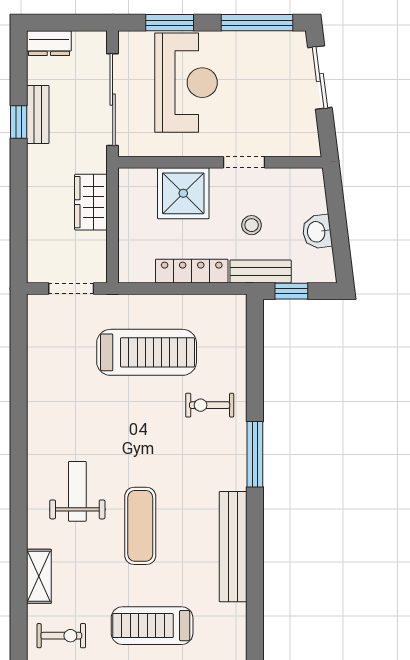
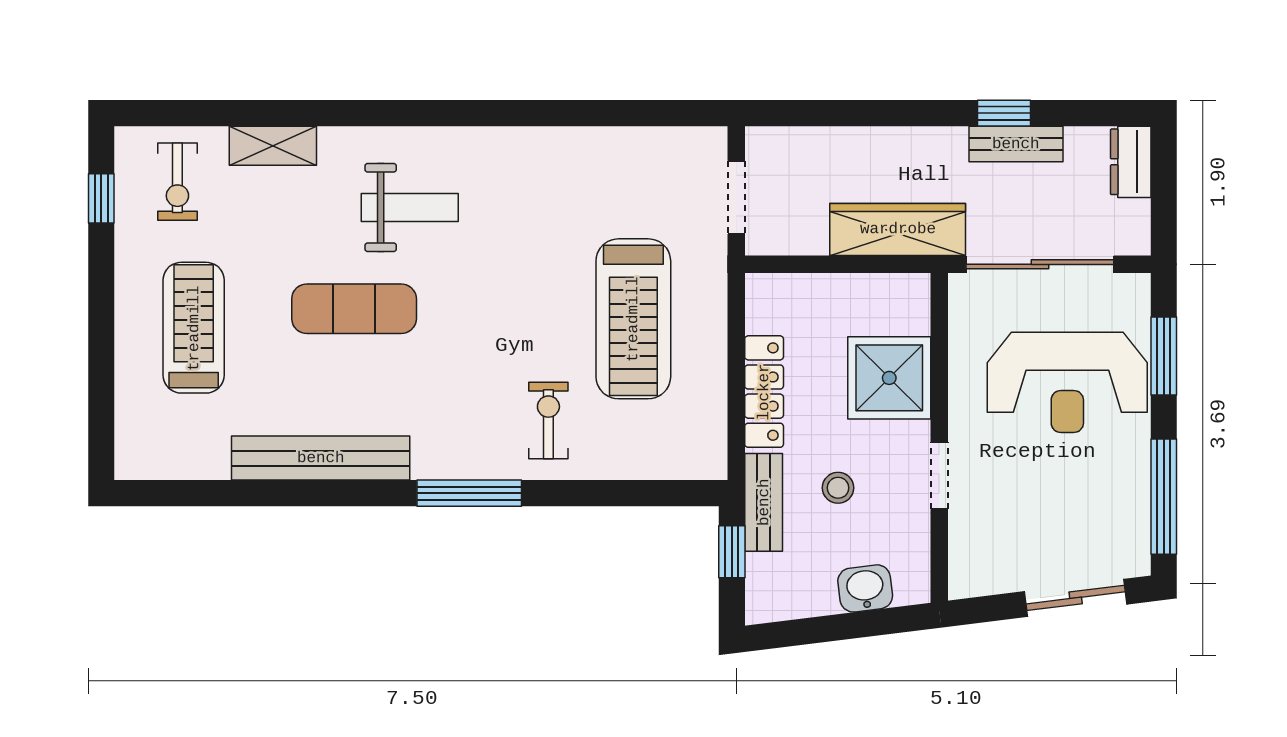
wardrobe: (91, 202) -> (898, 229), width x1.50
washbasin: (317, 232) -> (865, 588), moved

